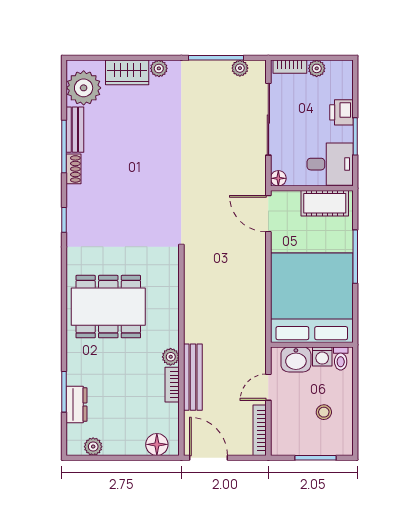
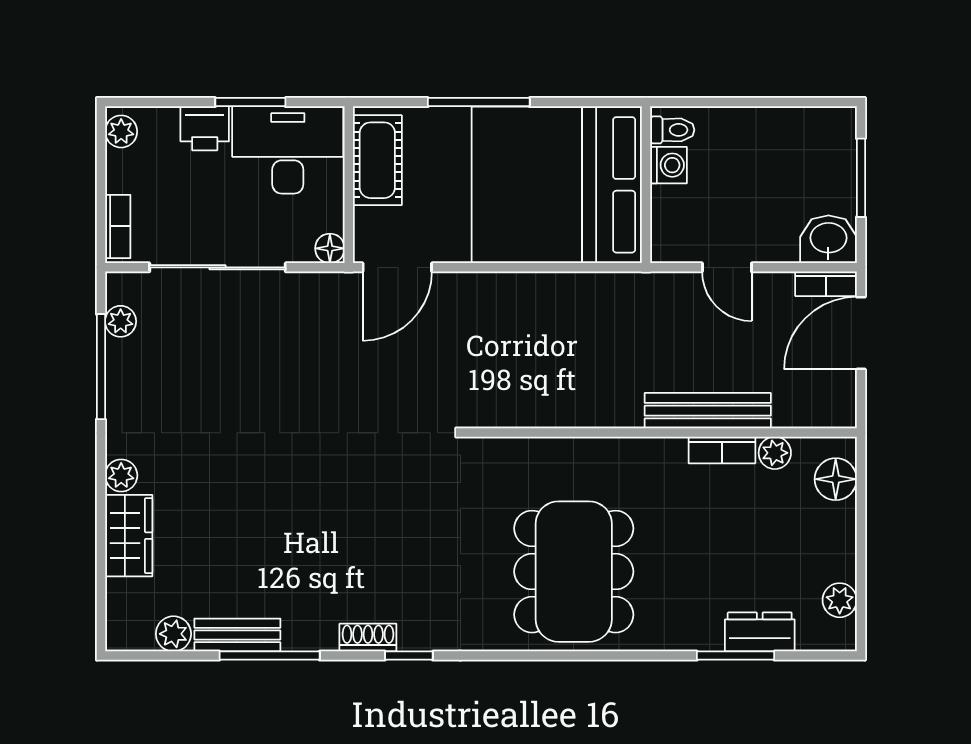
plant: (317, 68) -> (121, 131), moved
plant: (84, 88) -> (173, 634), width x0.53, depth x0.53
desk: (330, 164) -> (288, 150), width x1.37
shoe rack: (74, 169) -> (368, 638), moved
plant: (171, 357) -> (775, 453), moved
washbasin: (296, 359) -> (828, 239), moved, turned -90
stool: (324, 412) -> (774, 162), removed
bookcase: (260, 430) -> (826, 284), width x0.64
door: (208, 458) -> (861, 333), moved

